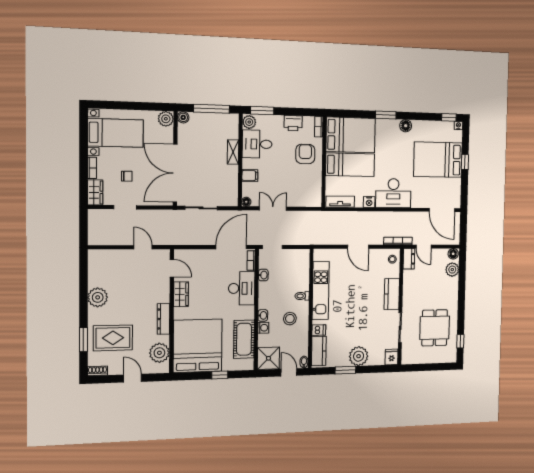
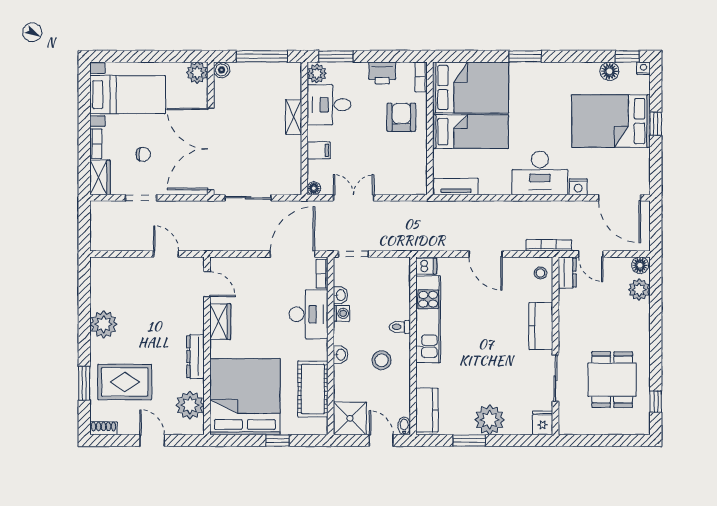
floor lamp: (406, 126) -> (609, 71), moved
nightstand: (369, 202) -> (578, 187), moved
washing machine: (263, 328) -> (341, 313), moved
dishwasher: (319, 330) -> (426, 266), moved

